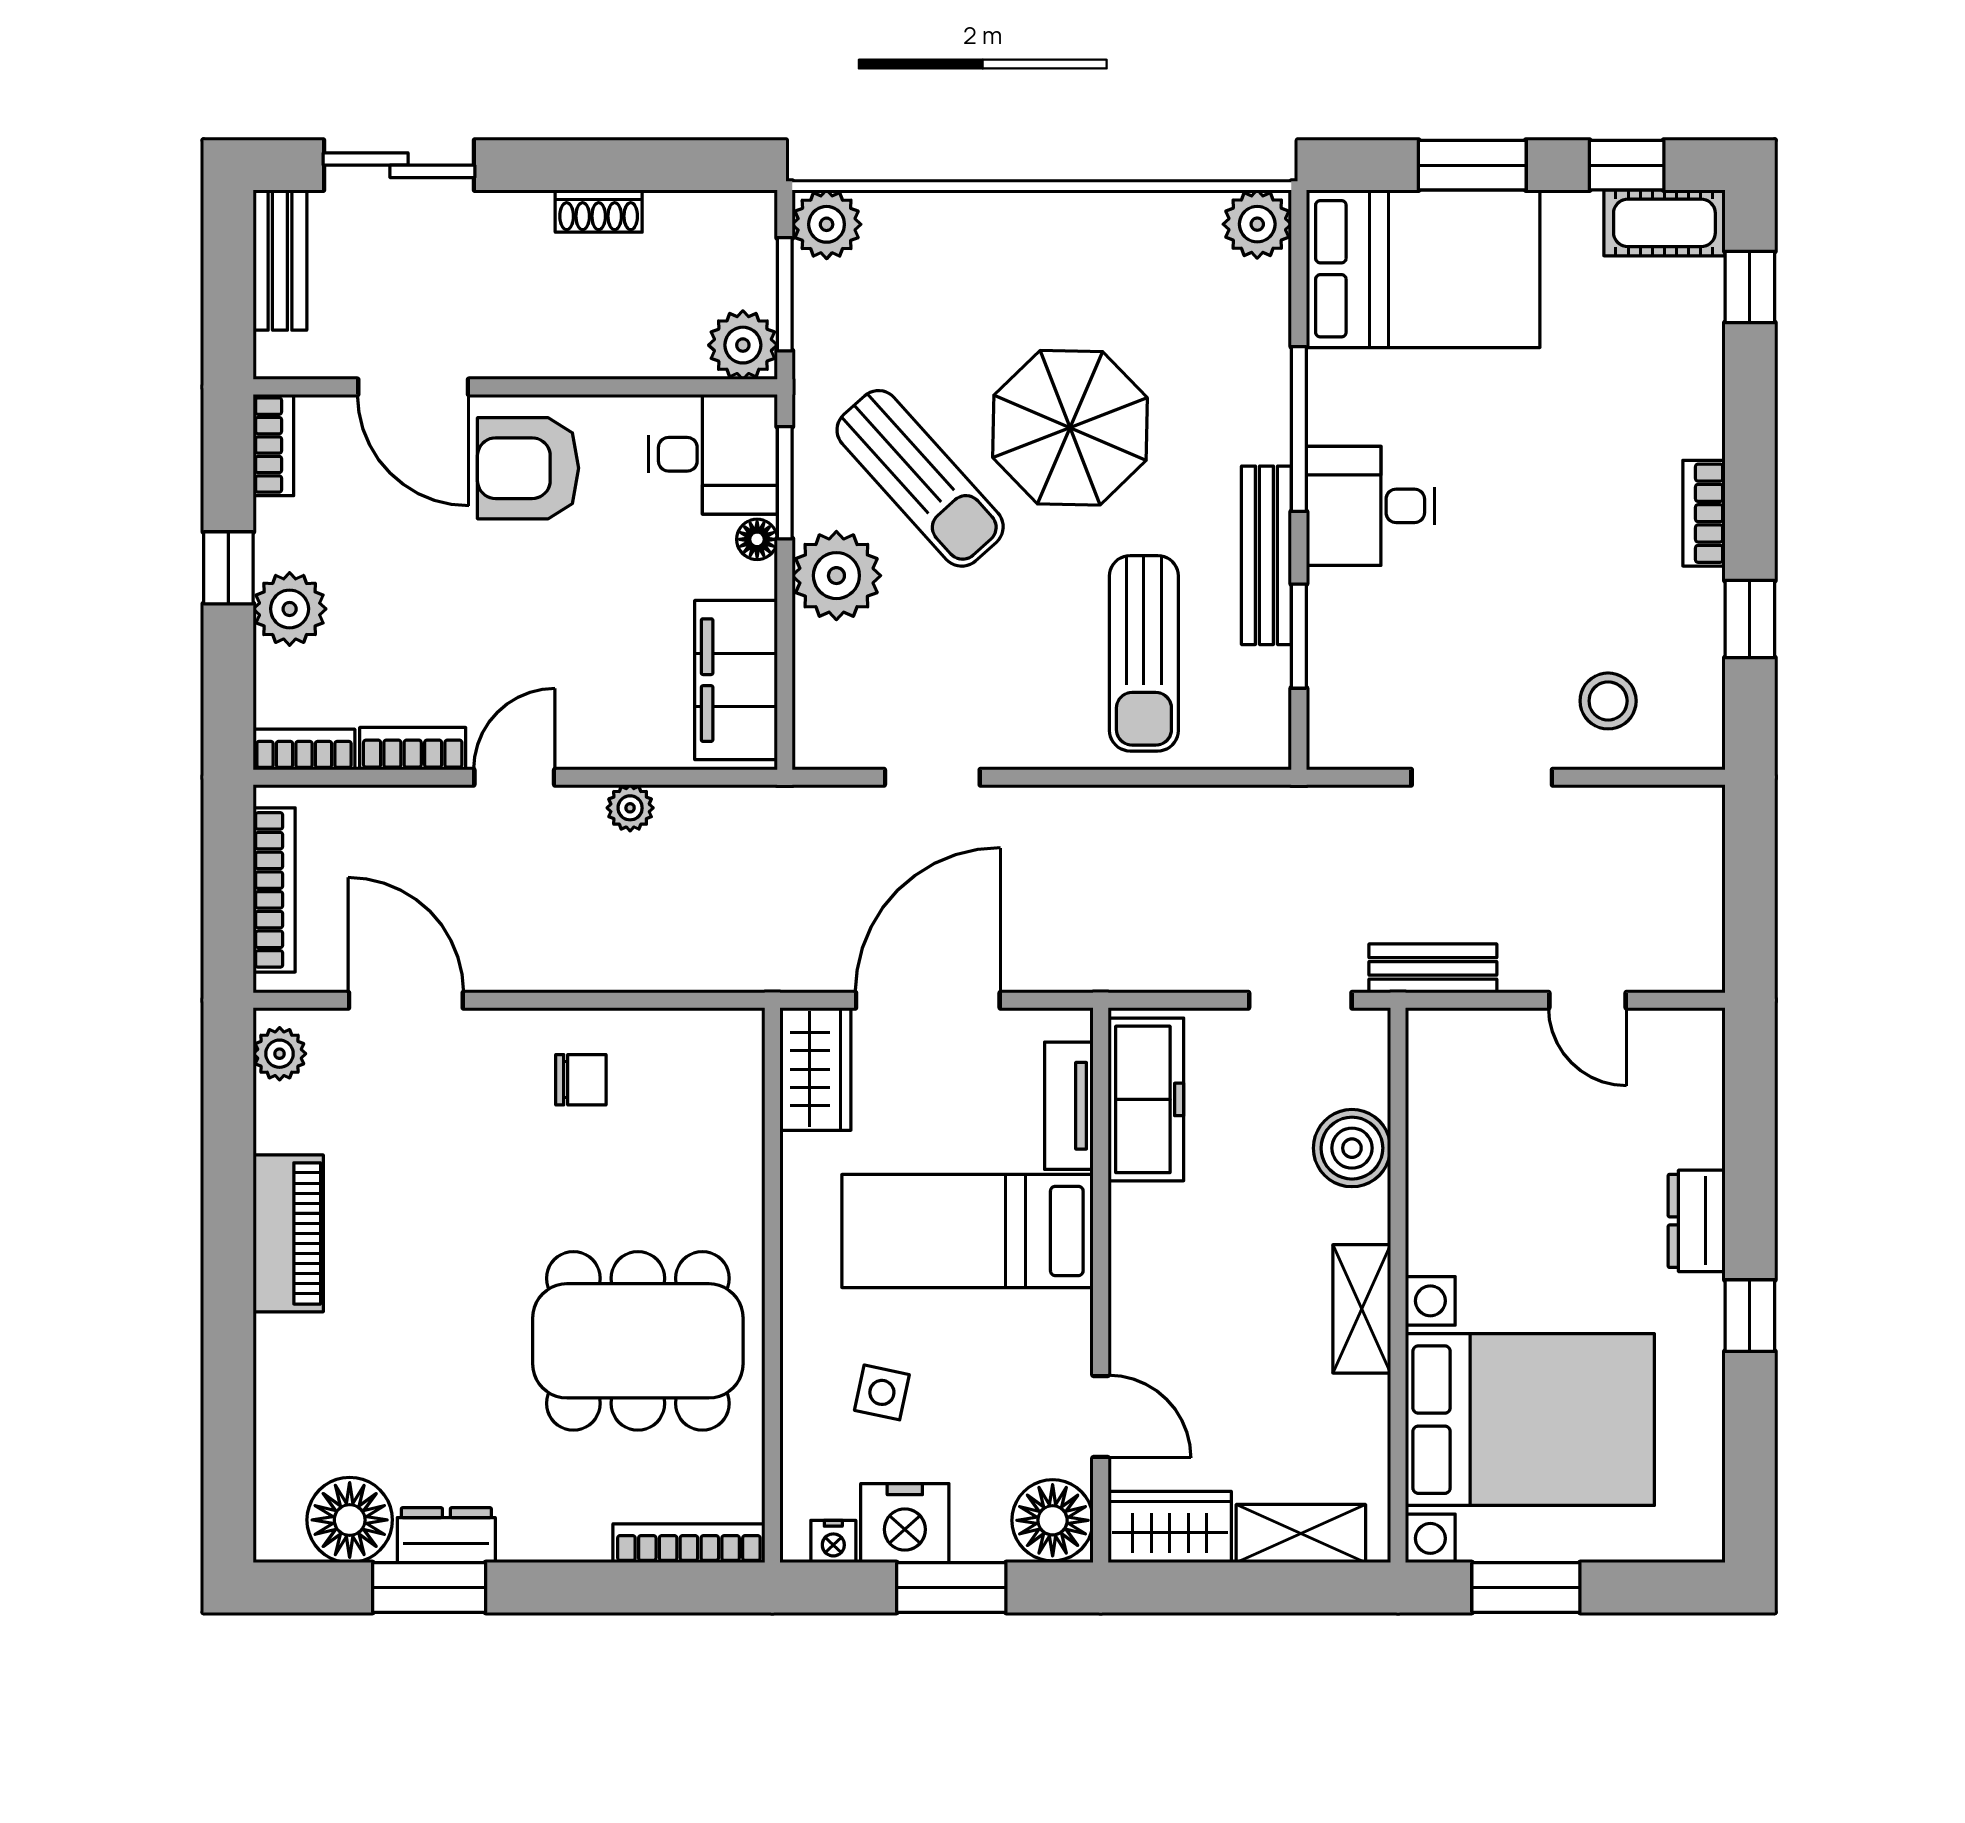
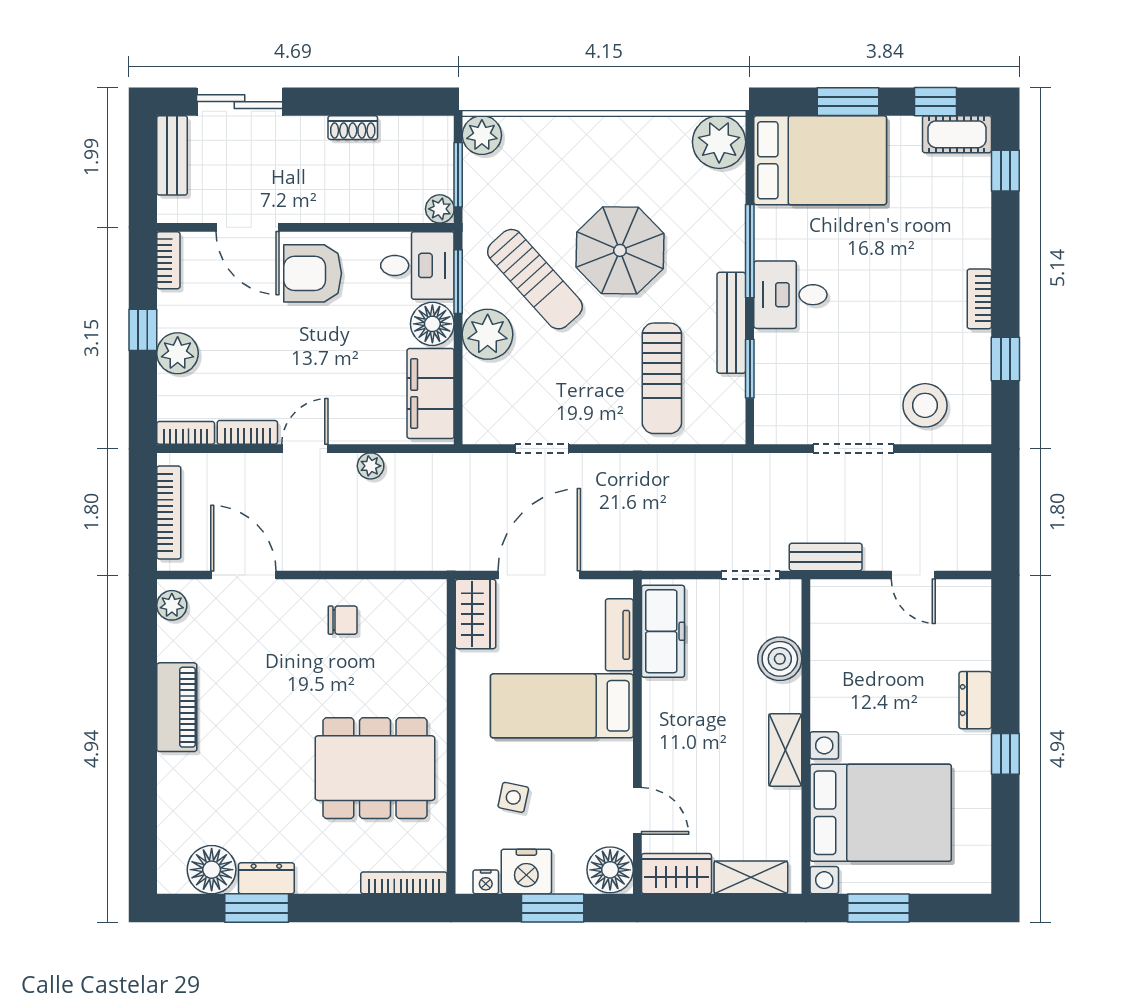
plant: (1257, 224) -> (719, 142), width x1.36, depth x1.36
plant: (743, 345) -> (440, 209), width x0.73, depth x0.73
floor lamp: (757, 539) -> (432, 324), width x1.89, depth x1.89
stool: (1608, 701) -> (925, 405), width x1.38, depth x1.38

